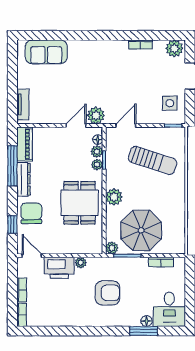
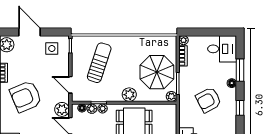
armchair: (112, 72) -> (26, 97), added
plant: (81, 263) -> (184, 40), moved
armchair: (107, 293) -> (209, 100), turned -118
floor lamp: (147, 321) -> (232, 83), moved
window: (98, 331) -> (240, 108), added

